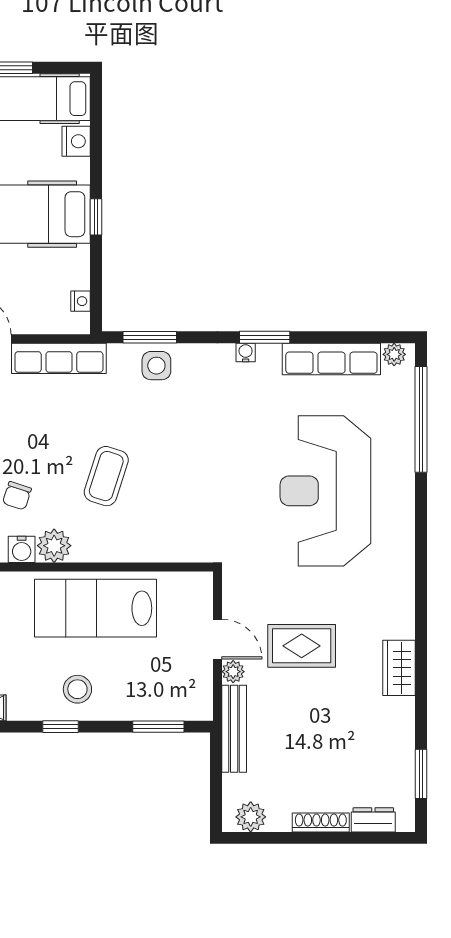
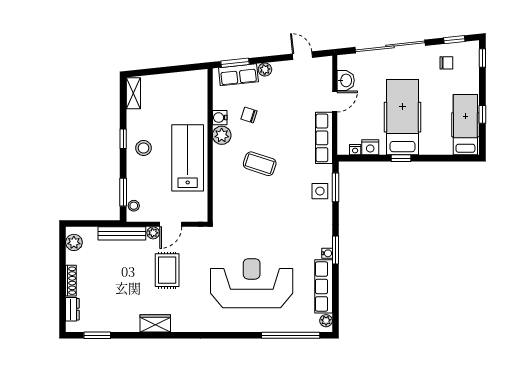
nightstand: (76, 141) -> (370, 147), moved
water cooler: (246, 352) -> (327, 253), moved
stool: (183, 707) -> (134, 206), added

